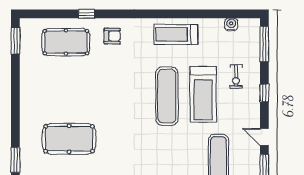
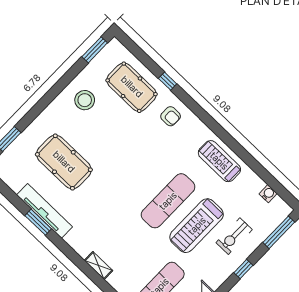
exercise bike: (236, 76) -> (234, 236), width x1.38, depth x1.39
stool: (42, 82) -> (85, 100), added

